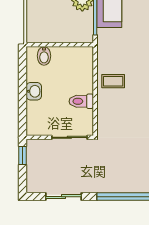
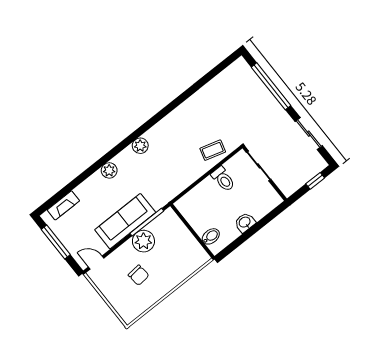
coffee table: (113, 81) -> (213, 150), moved, turned -74
window: (23, 155) -> (315, 181), moved

